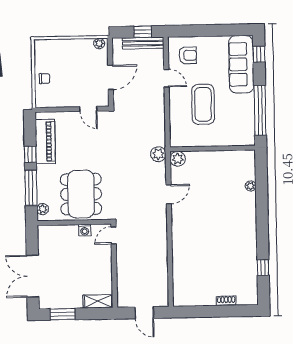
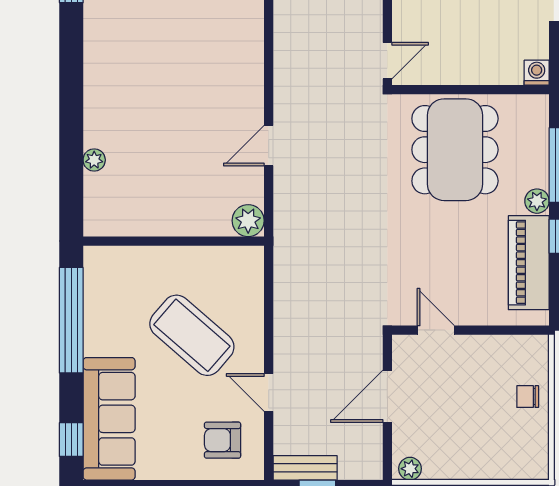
bench: (143, 43) -> (305, 468), width x0.73
coffee table: (203, 104) -> (192, 335), turned -49
plant: (158, 154) -> (289, 231), removed
plant: (43, 209) -> (537, 201), moved
washing machine: (85, 230) -> (537, 73), moved

